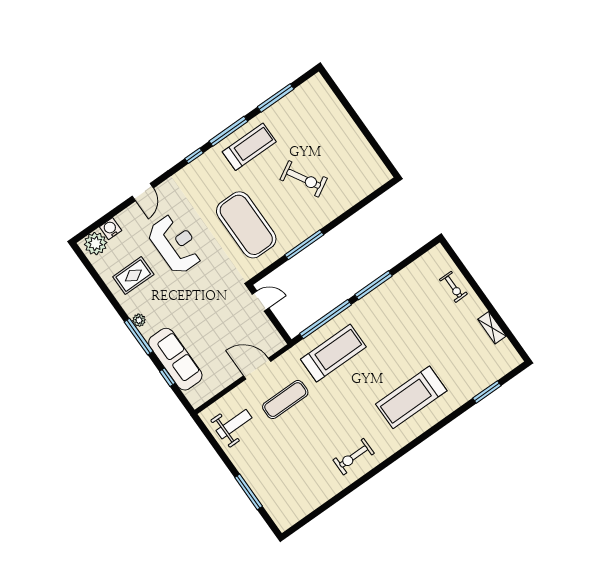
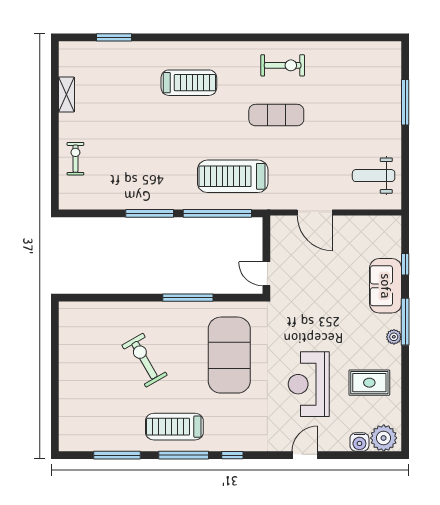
sofa: (175, 359) -> (386, 286), width x0.73
treadmill: (411, 397) -> (189, 83), width x0.73, depth x0.73
exercise mat: (285, 400) -> (276, 115), moved

